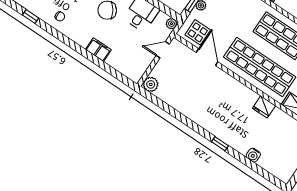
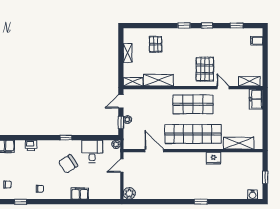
display table: (198, 32) -> (137, 139), removed
water cooler: (253, 155) -> (252, 194), moved

